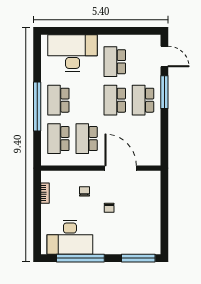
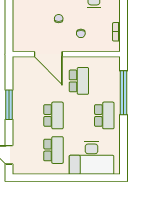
window: (164, 92) -> (9, 105), moved
school desk: (143, 100) -> (28, 115), removed
window: (37, 106) -> (123, 93), moved
school desk: (58, 139) -> (104, 81), removed

